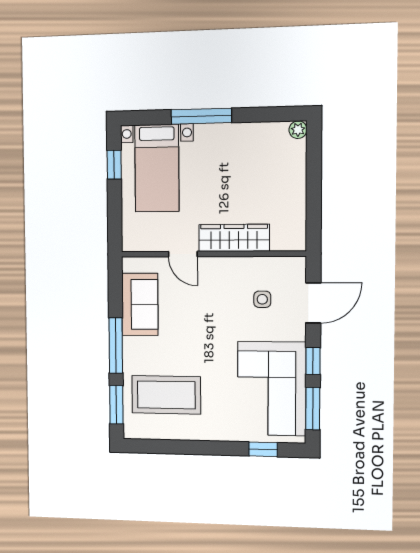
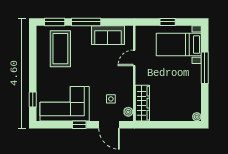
window: (114, 165) -> (168, 22), moved
wardrobe: (234, 238) -> (142, 103), moved
plant: (288, 265) -> (128, 112), added
window: (313, 409) -> (55, 125), removed

